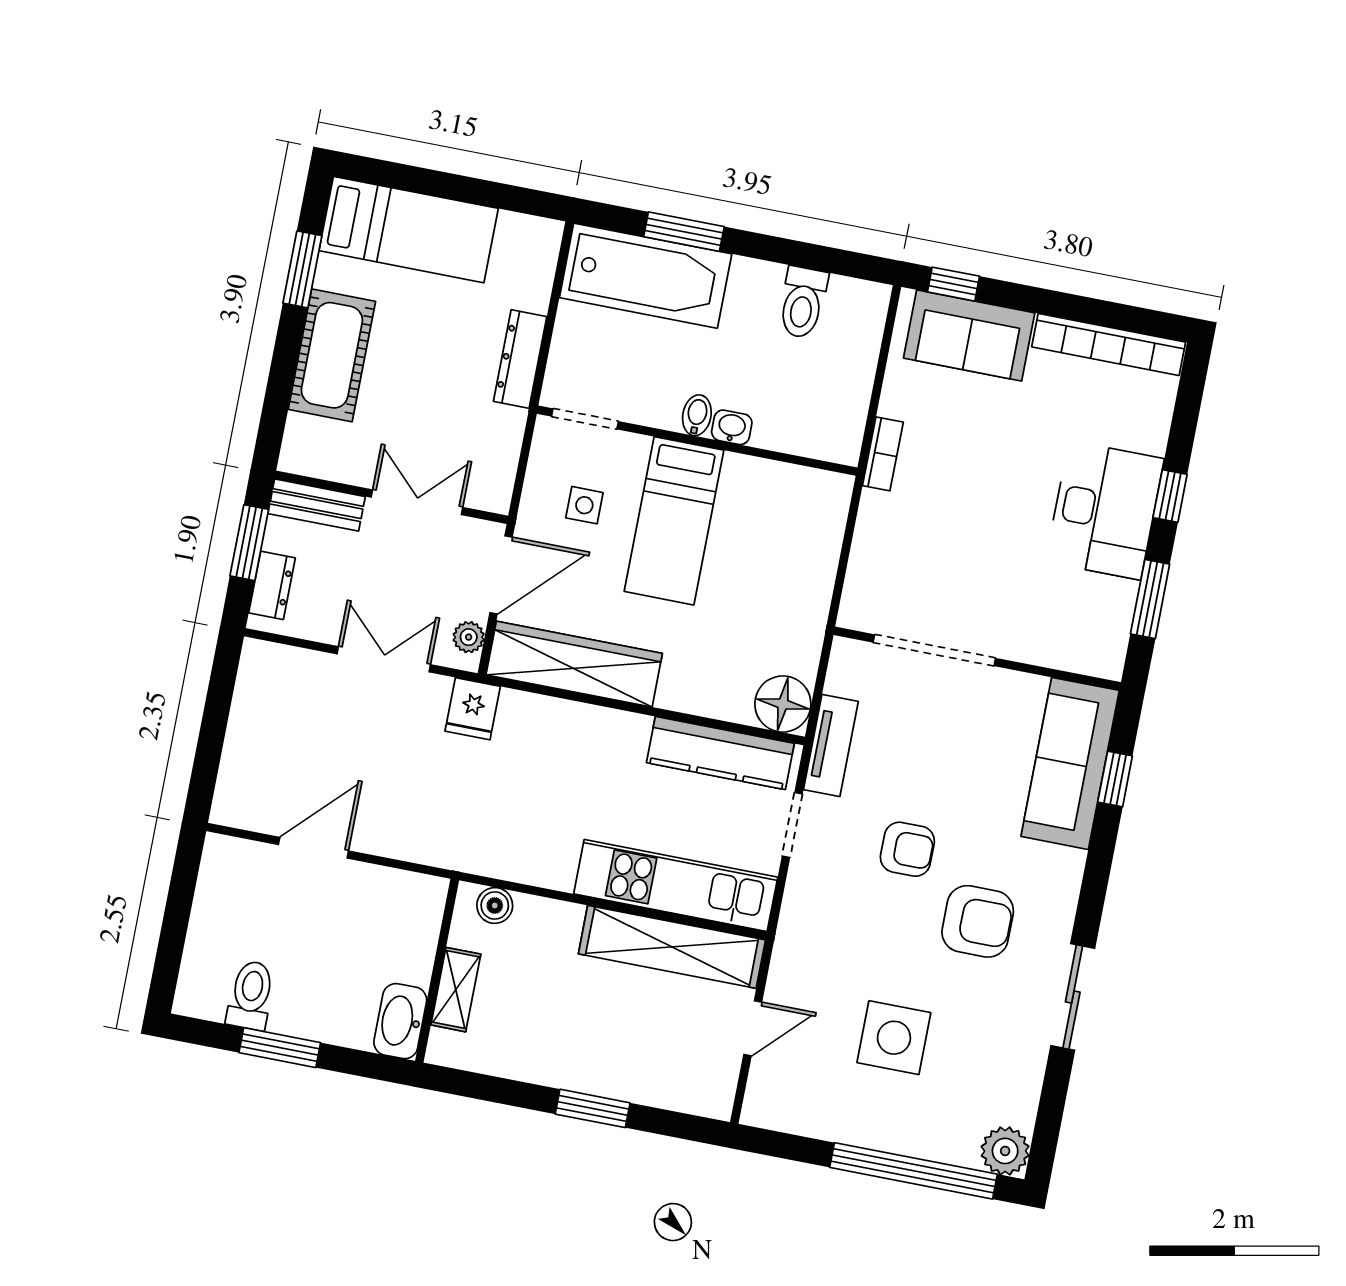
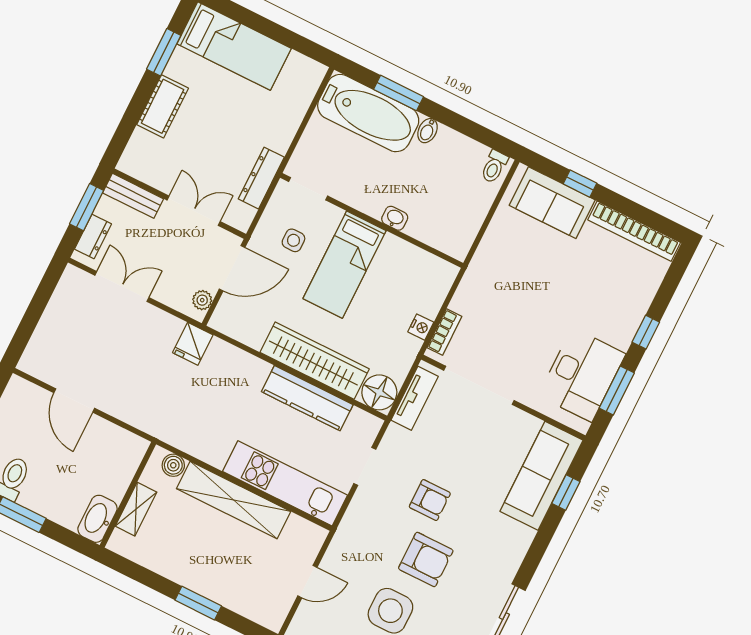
window: (953, 284) -> (580, 184), moved
toilet: (803, 302) -> (494, 167), moved, width x0.73, depth x0.72
cot: (332, 355) -> (163, 106), width x0.73, depth x0.75
dresser: (520, 359) -> (261, 178), moved
bidet: (697, 415) -> (427, 131), moved, turned 180
bookcase: (883, 454) -> (444, 332), moved
desk: (1105, 510) -> (582, 375), moved
nightstand: (819, 585) -> (421, 327), added
double door: (384, 659) -> (122, 286), moved
wardrobe: (574, 664) -> (315, 361), moved
tv unit: (831, 746) -> (415, 398), moved
kitchen counter: (720, 753) -> (307, 398), moved
door: (313, 848) -> (74, 401), swing flipped
armchair: (978, 921) -> (426, 559), moved
shelving: (672, 947) -> (234, 500), moved

